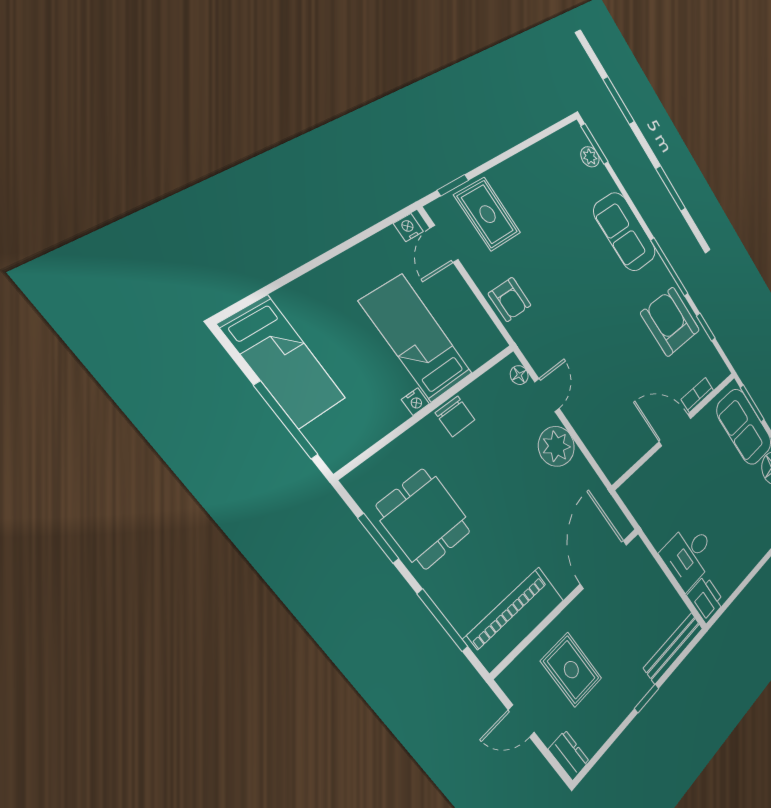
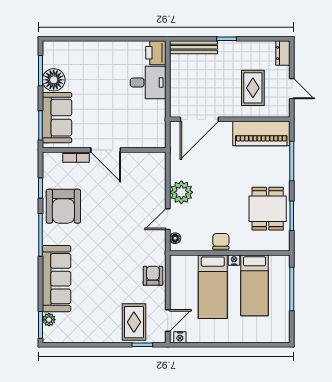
sofa: (625, 232) -> (57, 279), width x1.36
bed: (283, 362) -> (255, 285), moved, turned 180

